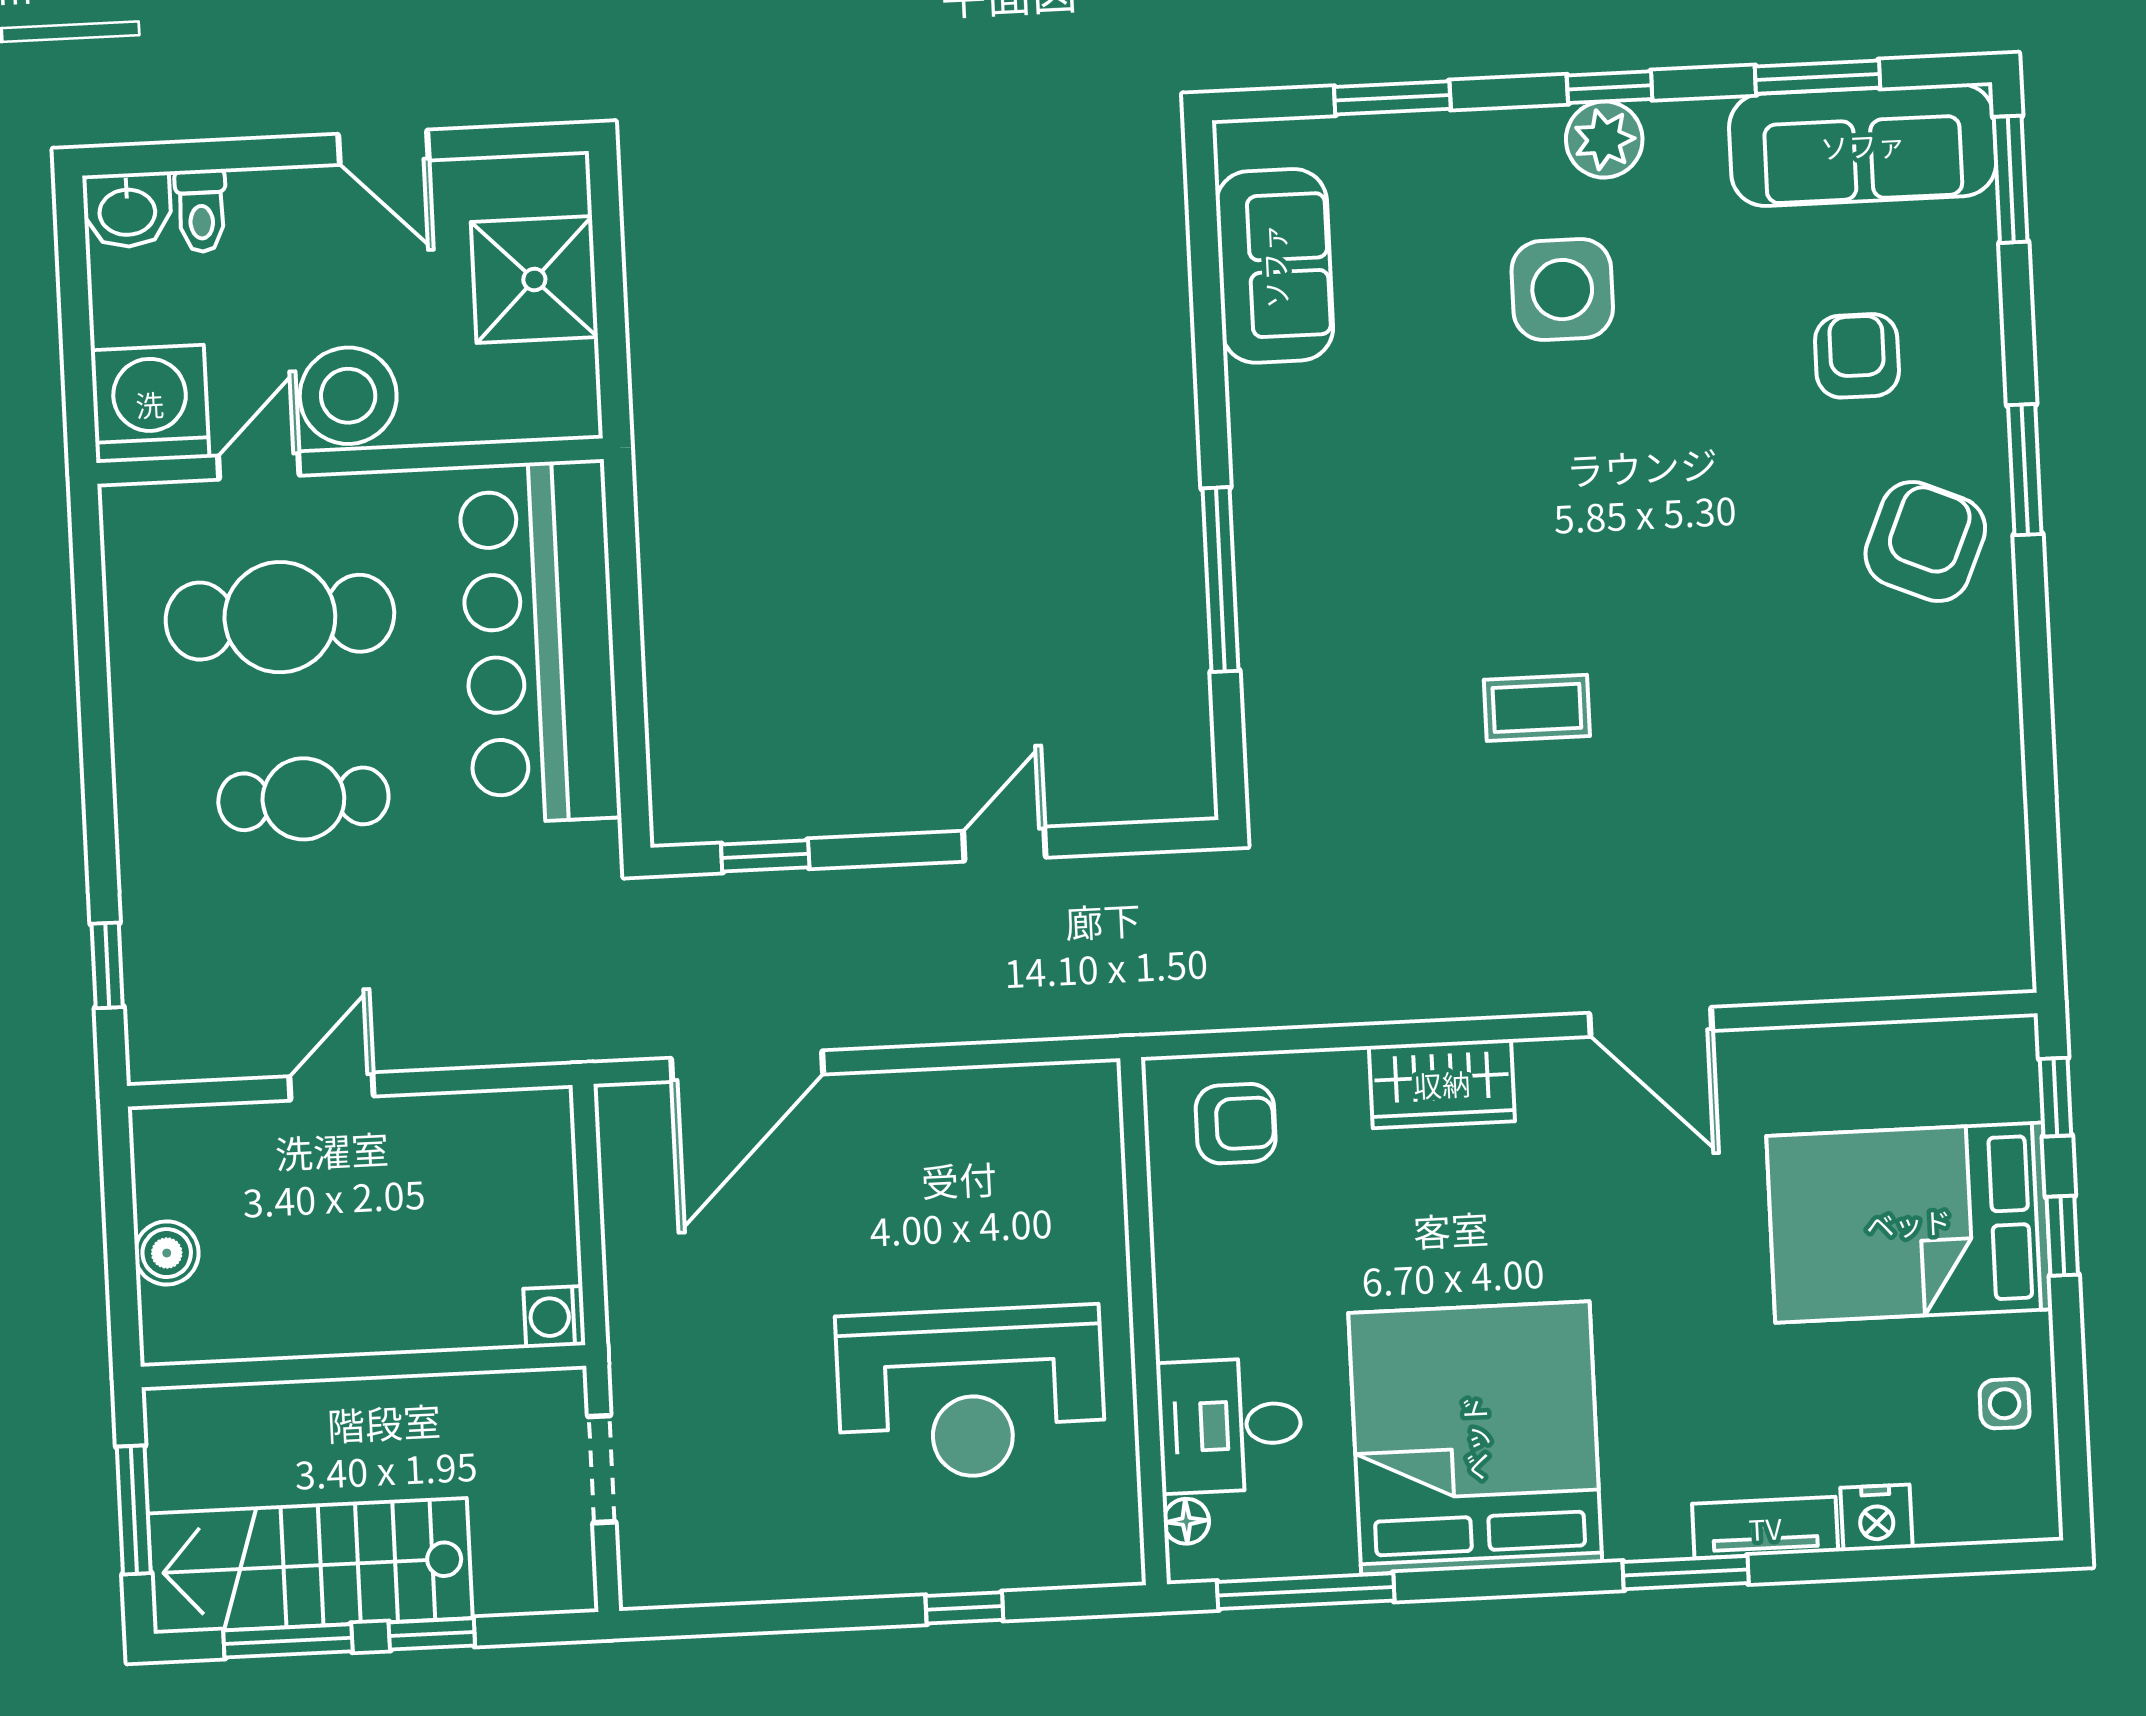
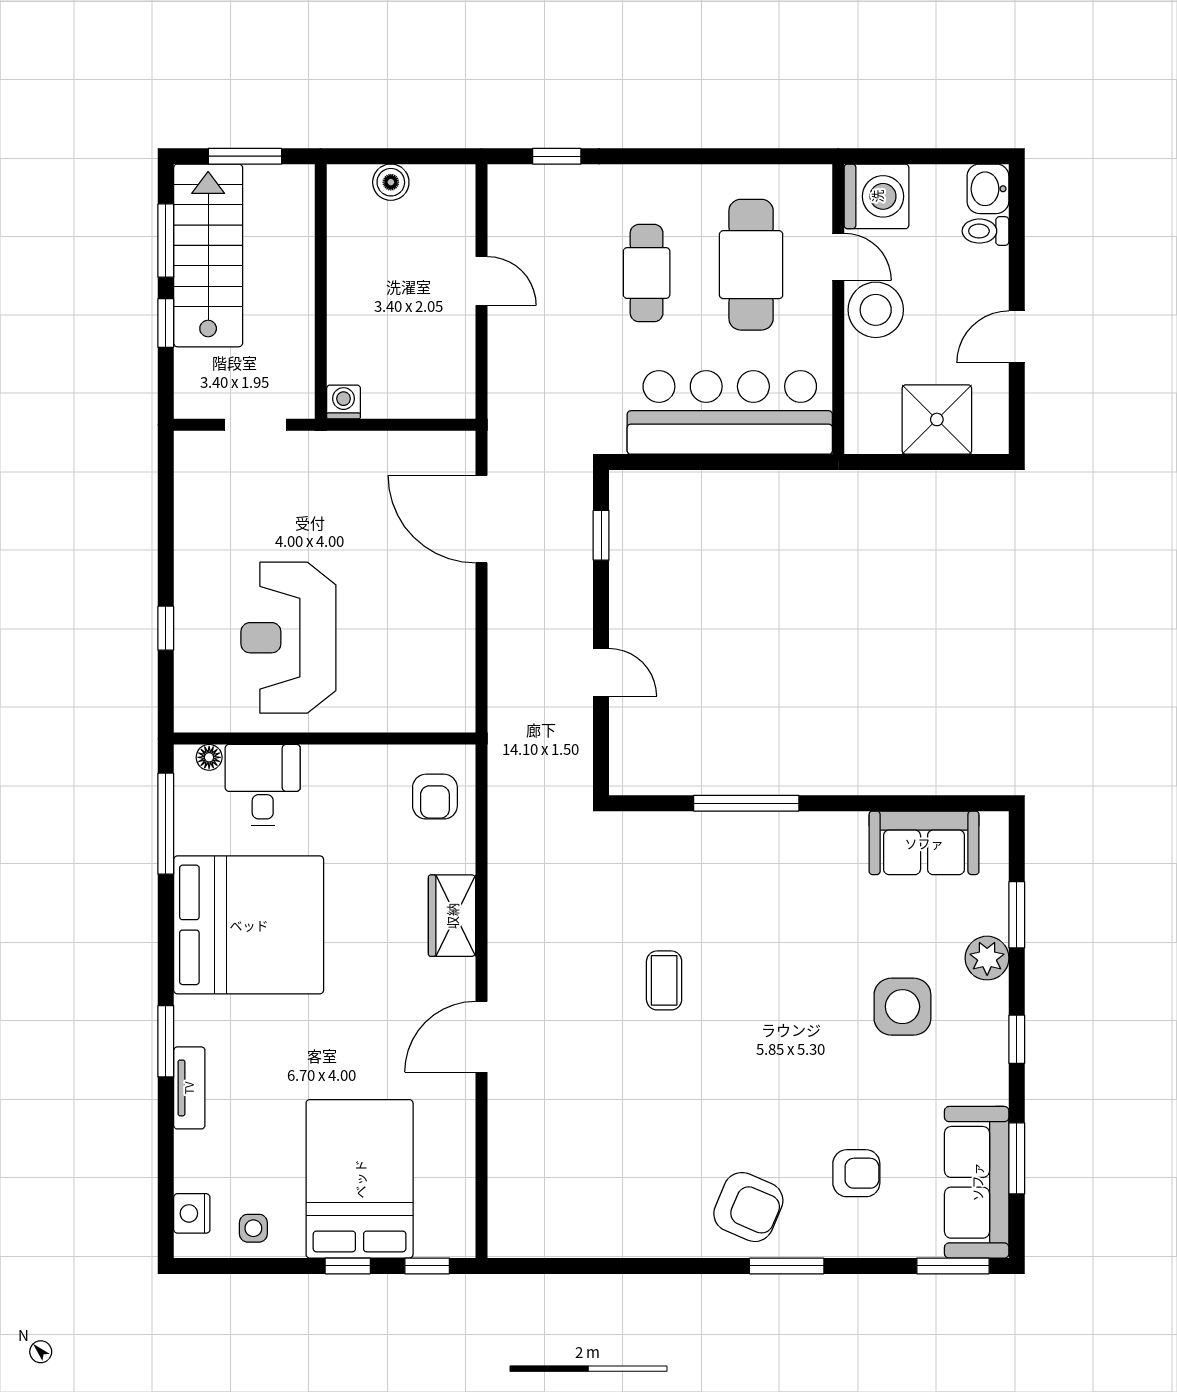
plant: (1604, 139) -> (987, 958), moved
nightstand: (1876, 1518) -> (192, 1213), moved

